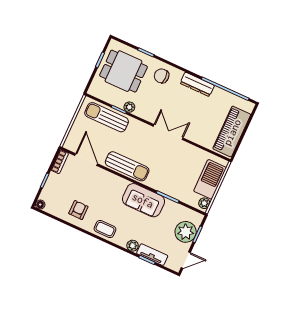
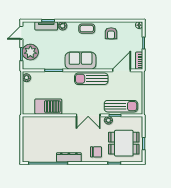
double door: (168, 132) -> (88, 115), moved
piano: (232, 132) -> (30, 136), removed
door: (86, 160) -> (122, 70), swing flipped
barbecue: (210, 179) -> (48, 107), moved, turned -90
sofa: (143, 200) -> (81, 61), moved

